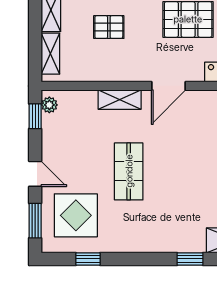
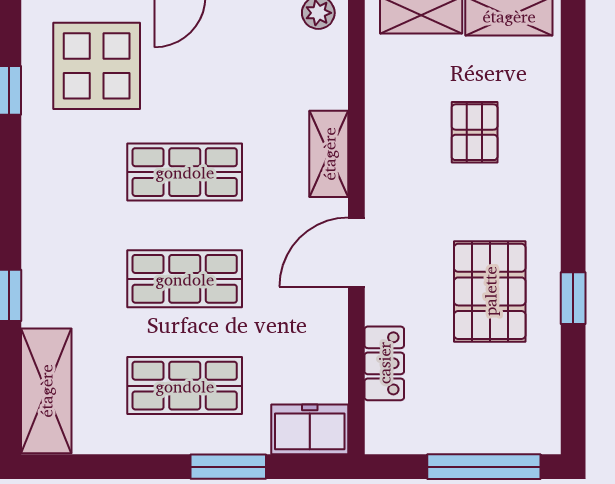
door: (169, 86) -> (356, 252), hinge flipped
shop shelf: (182, 171) -> (185, 279), added

